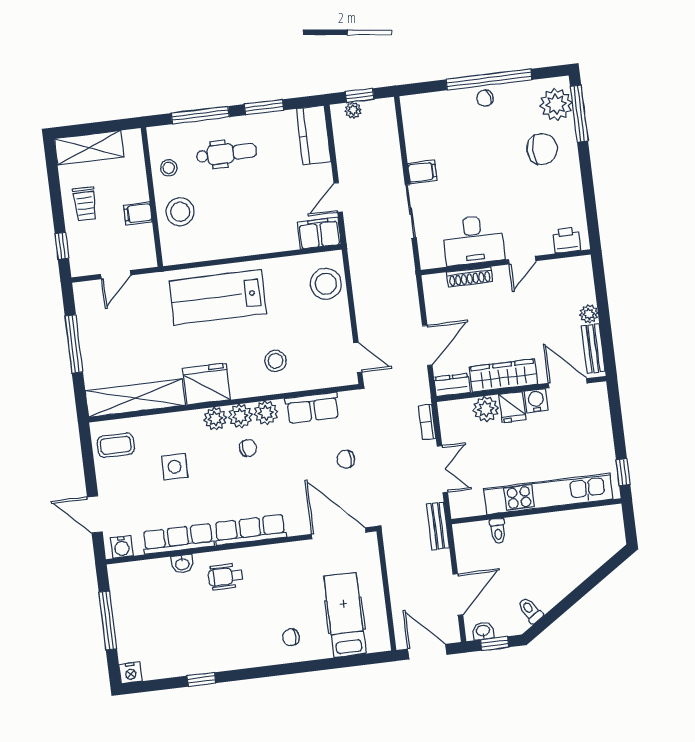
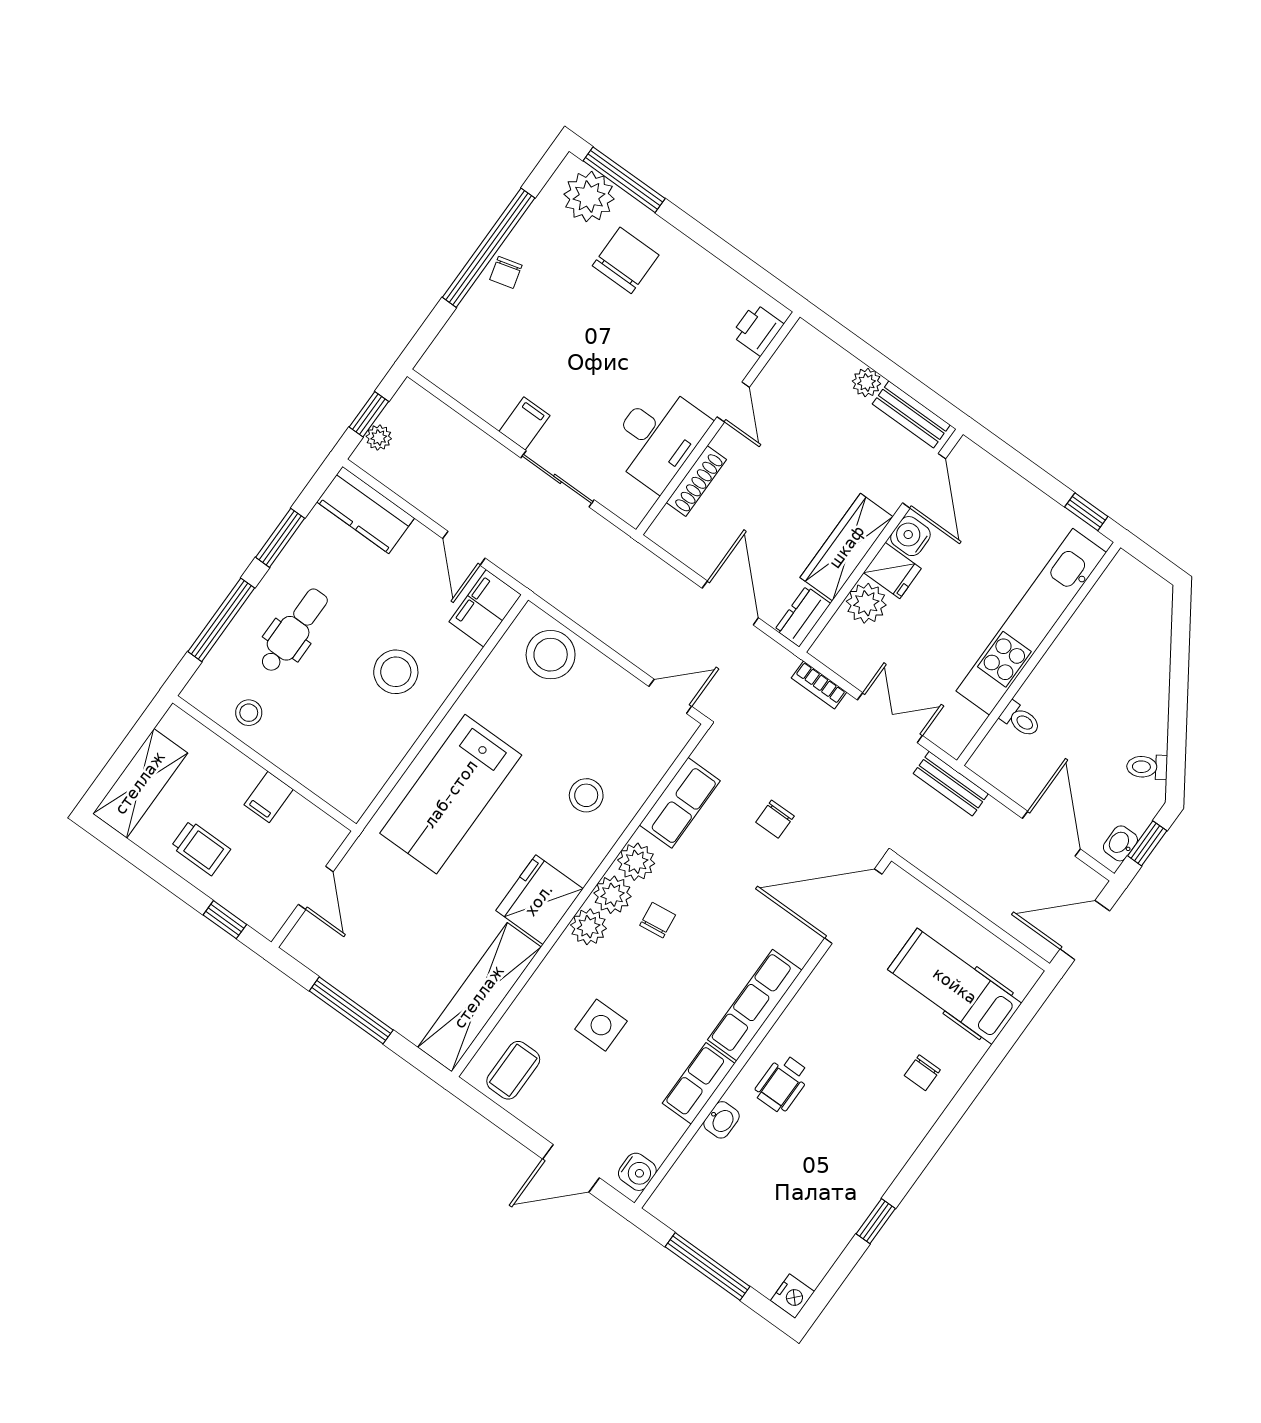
stool: (180, 212) -> (396, 672), moved
door: (568, 383) -> (924, 481), swing flipped
row of seats: (178, 539) -> (699, 1083), width x0.68

